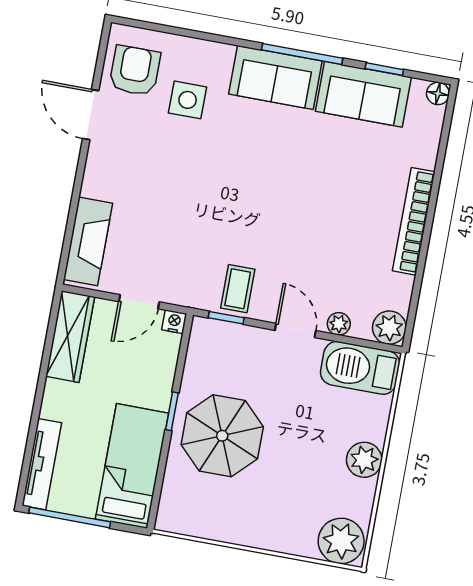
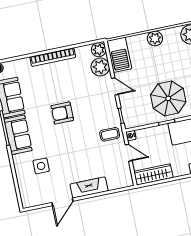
armchair: (135, 71) -> (62, 113), moved
fireplace: (88, 241) -> (89, 188), moved
coffee table: (238, 289) -> (110, 134), moved
plant: (339, 324) -> (100, 67), width x1.88, depth x1.88
door: (295, 330) -> (115, 86), swing flipped

